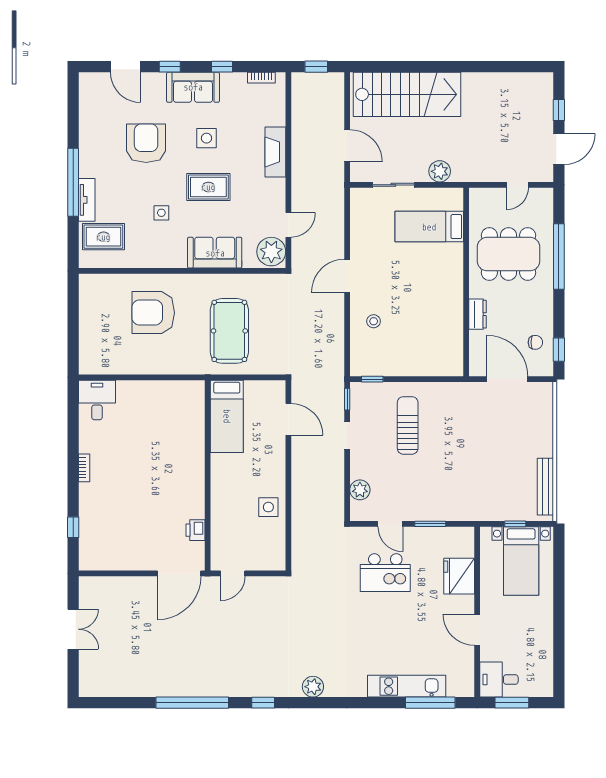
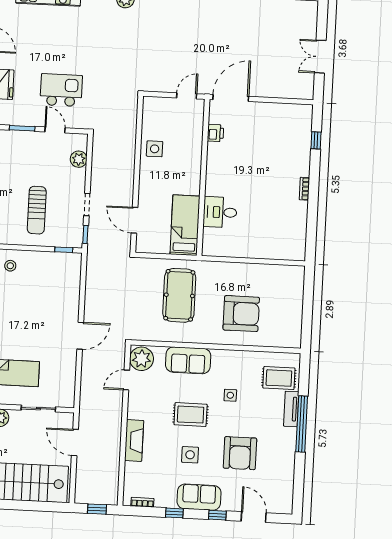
stool: (374, 321) -> (10, 266), moved
desk: (97, 400) -> (220, 212), moved, turned 90

